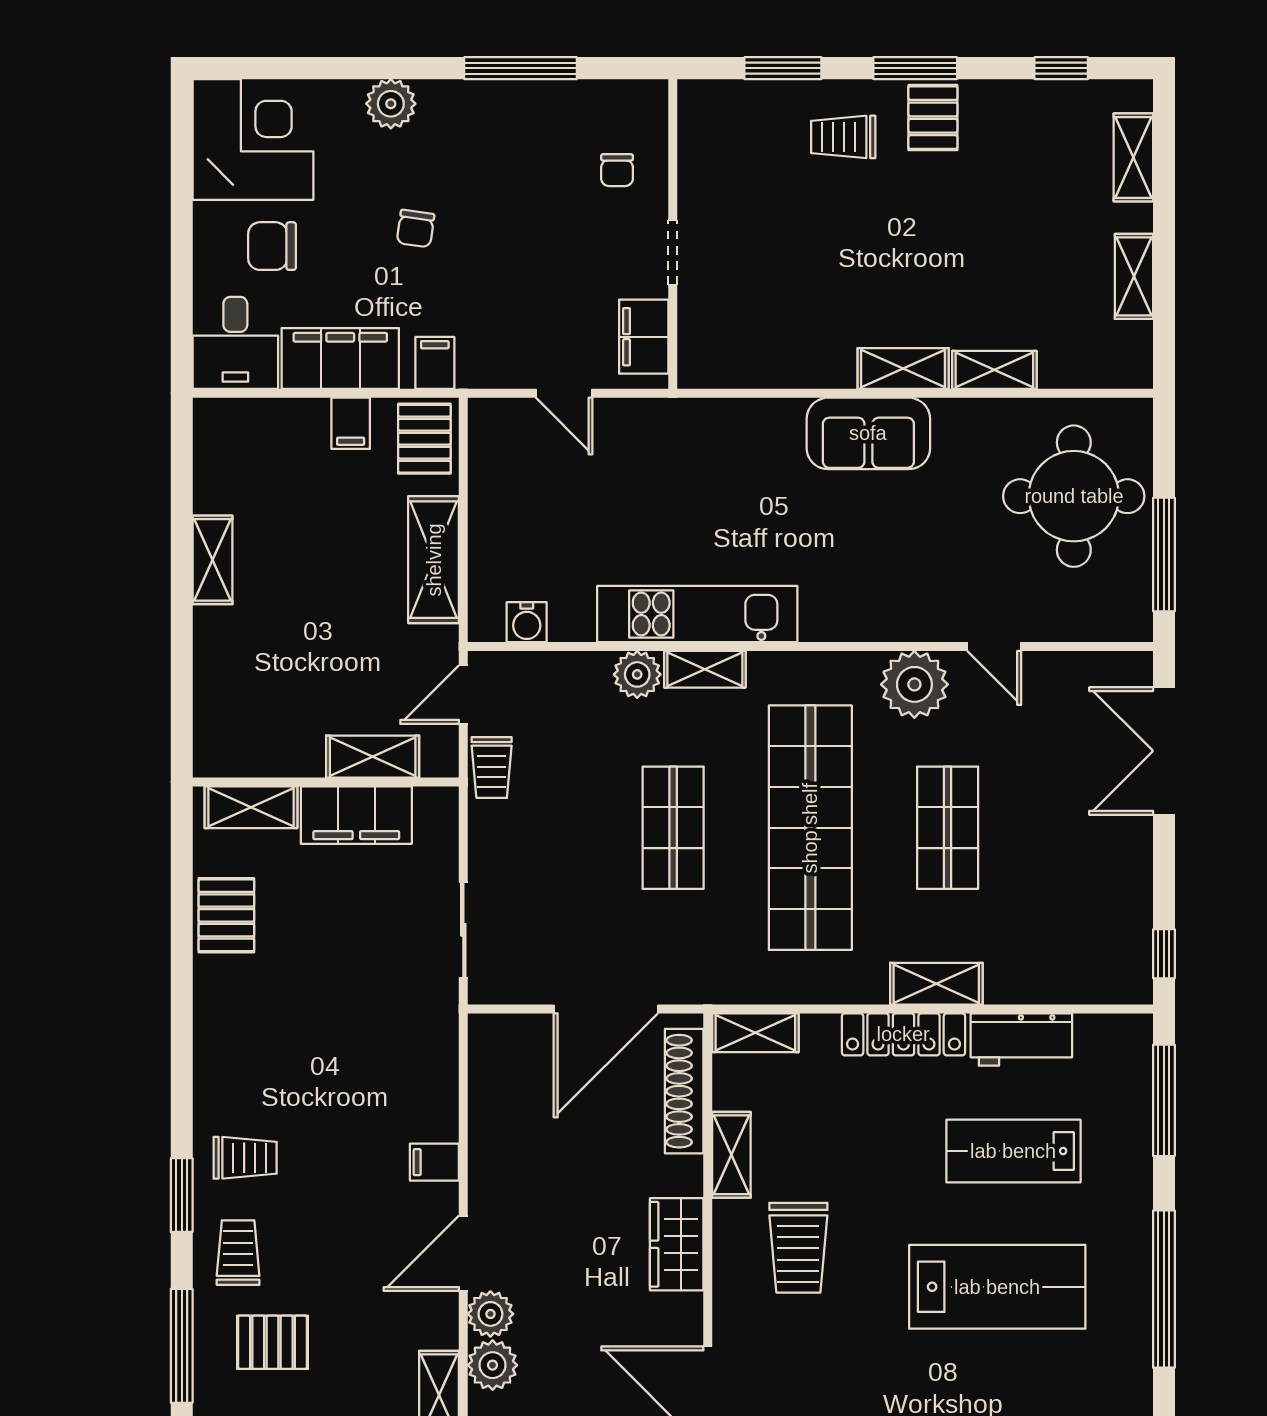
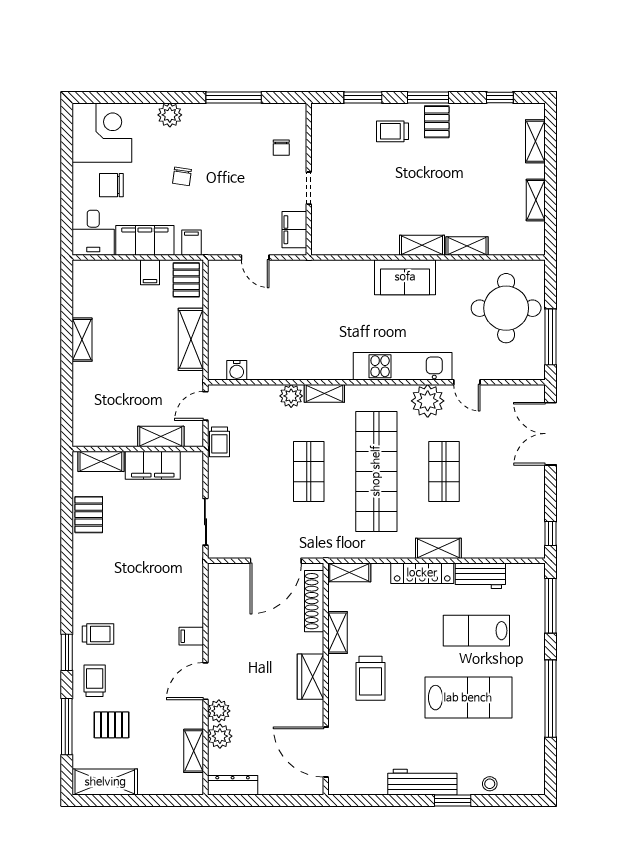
kitchen unit: (697, 614) -> (403, 366), moved

